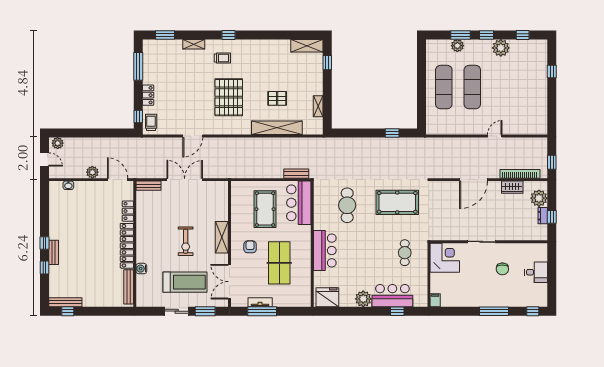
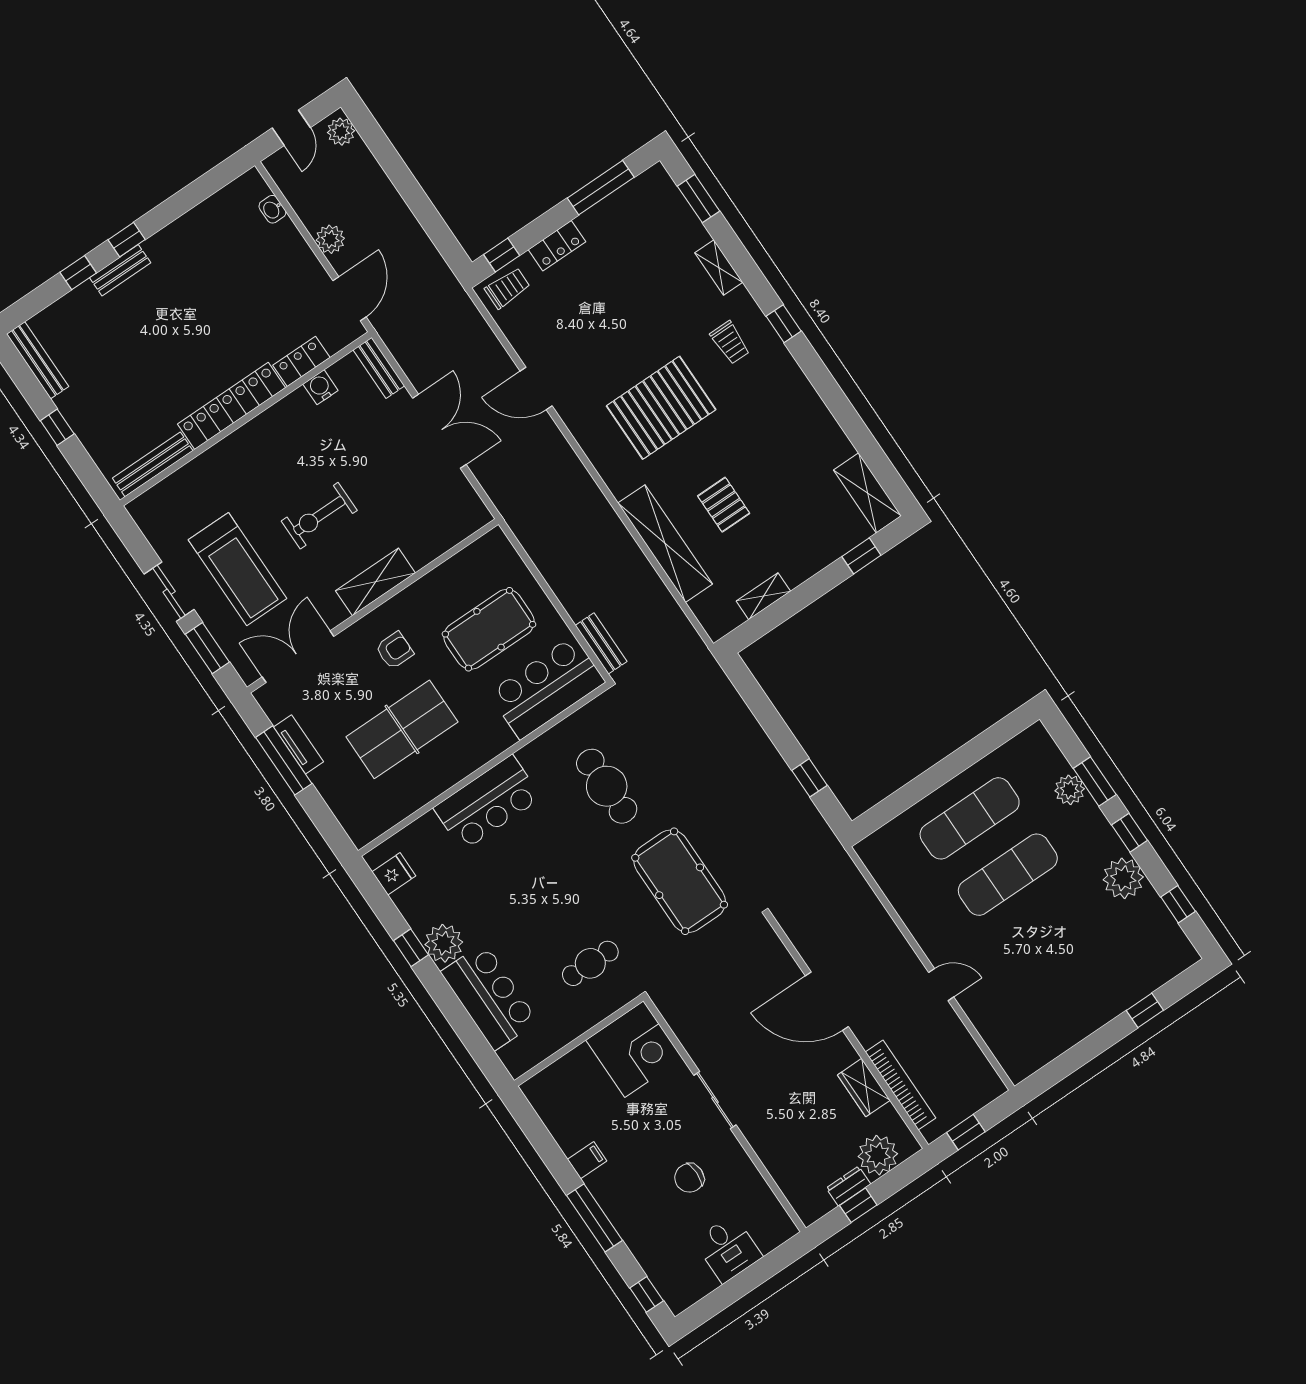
cafe table: (347, 205) -> (607, 786), turned 90
water cooler: (141, 269) -> (320, 387), moved
fridge: (327, 297) -> (394, 874), width x0.53, depth x0.75
filing cabinet: (435, 300) -> (587, 1160), moved
window: (68, 311) -> (57, 427), moved
window: (397, 311) -> (411, 948), moved

